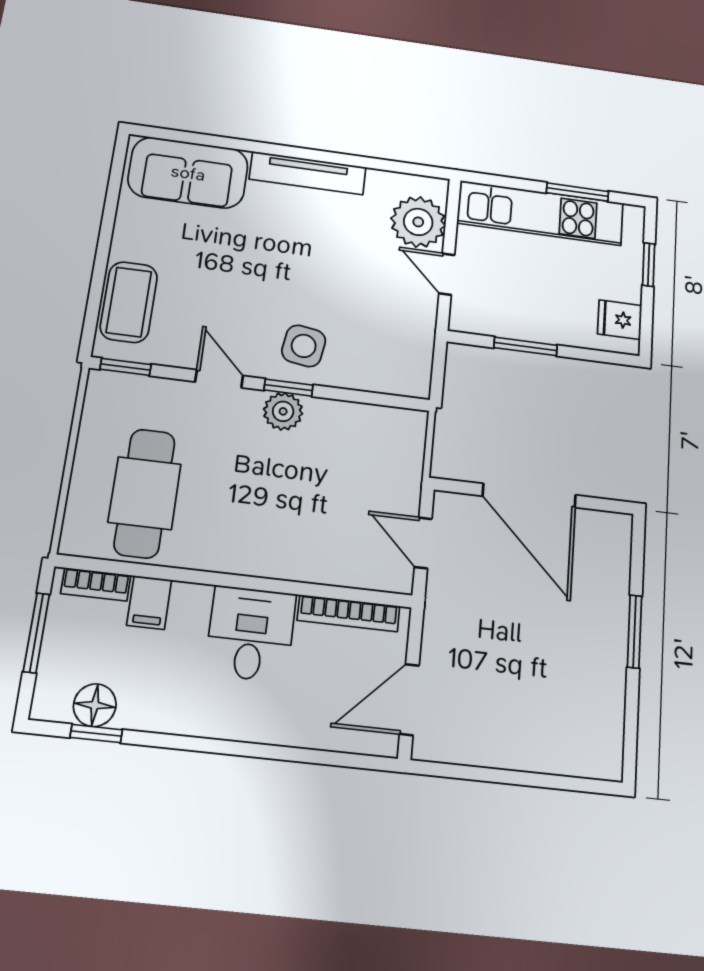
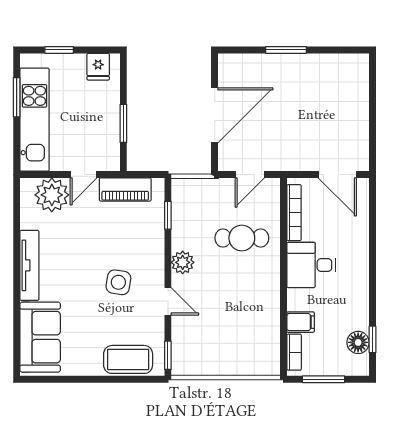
piano: (416, 335) -> (125, 189), added
side table: (304, 346) -> (118, 282), moved
door: (219, 379) -> (168, 301), swing flipped
window: (288, 388) -> (168, 215), moved
cafe table: (145, 493) -> (242, 238), moved, width x0.73, depth x0.74

